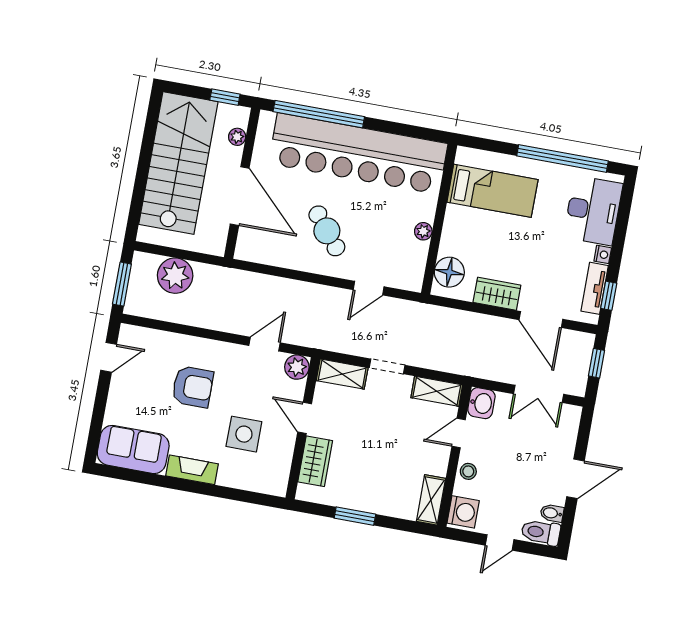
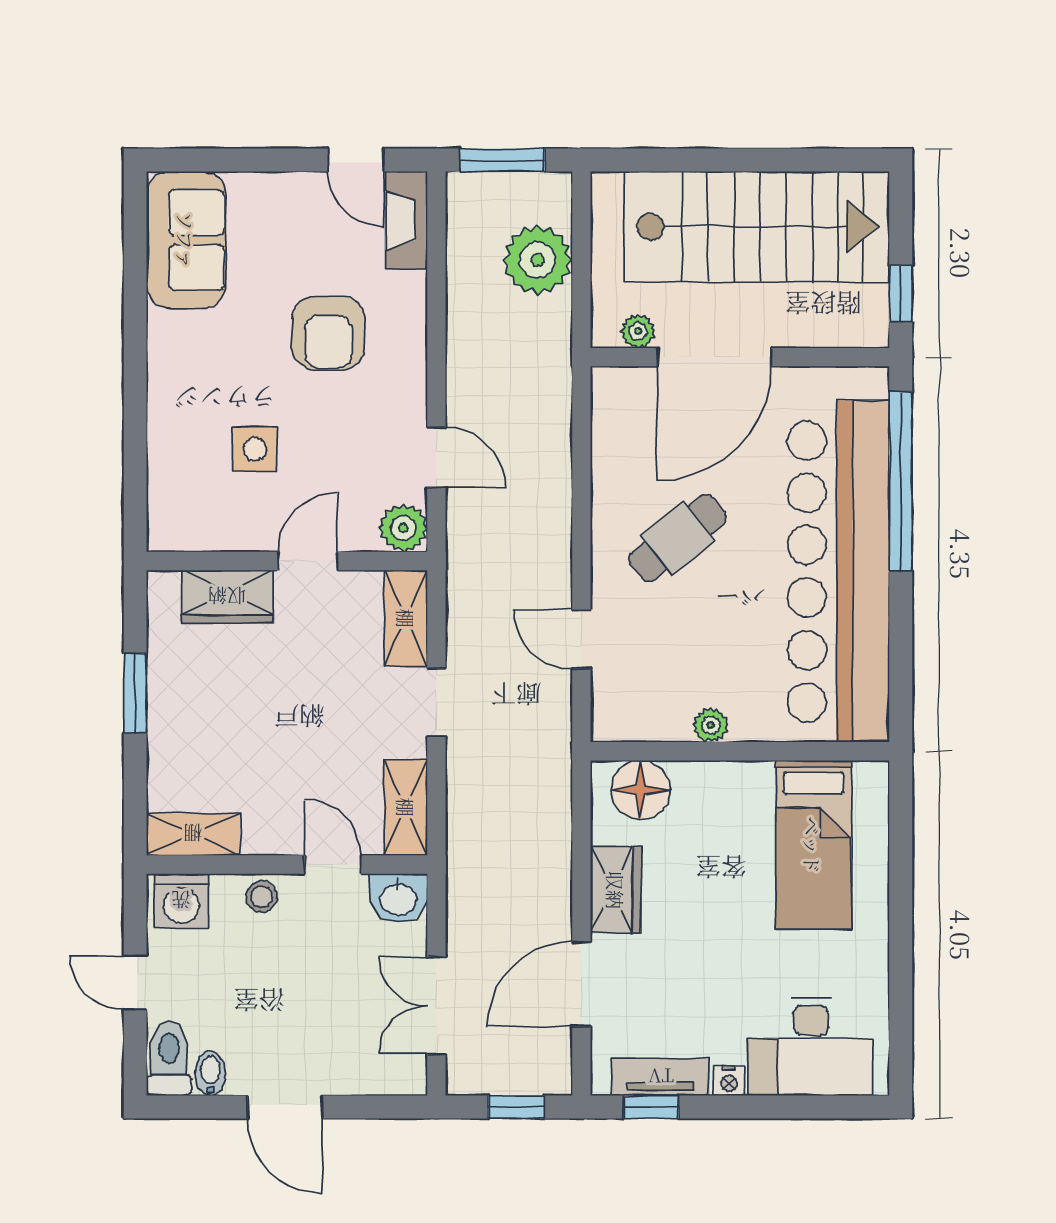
plant: (237, 137) -> (638, 331), moved
window: (562, 158) -> (901, 969), removed
side table: (244, 434) -> (255, 449), width x0.73, depth x0.73
fireplace: (192, 470) -> (406, 220), moved, turned 180

